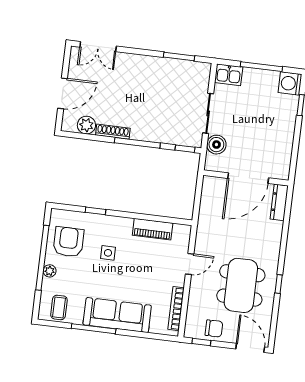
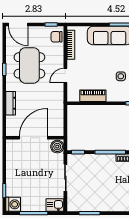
boiler: (216, 145) -> (57, 147), moved
dresser: (279, 202) -> (11, 103), moved
chair: (214, 328) -> (57, 37), moved

